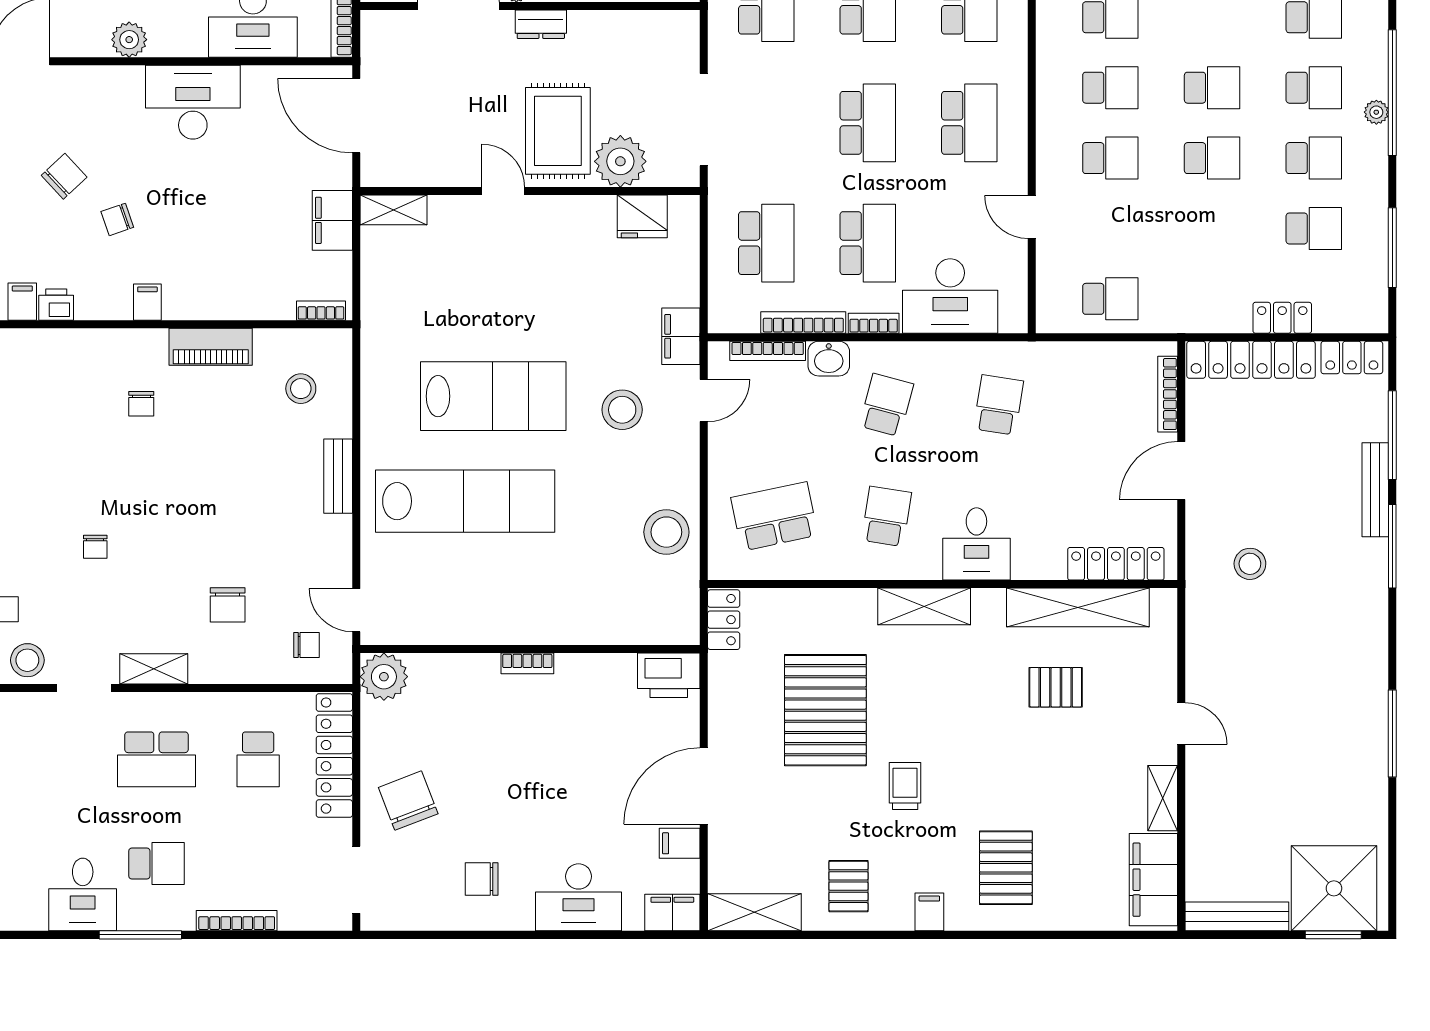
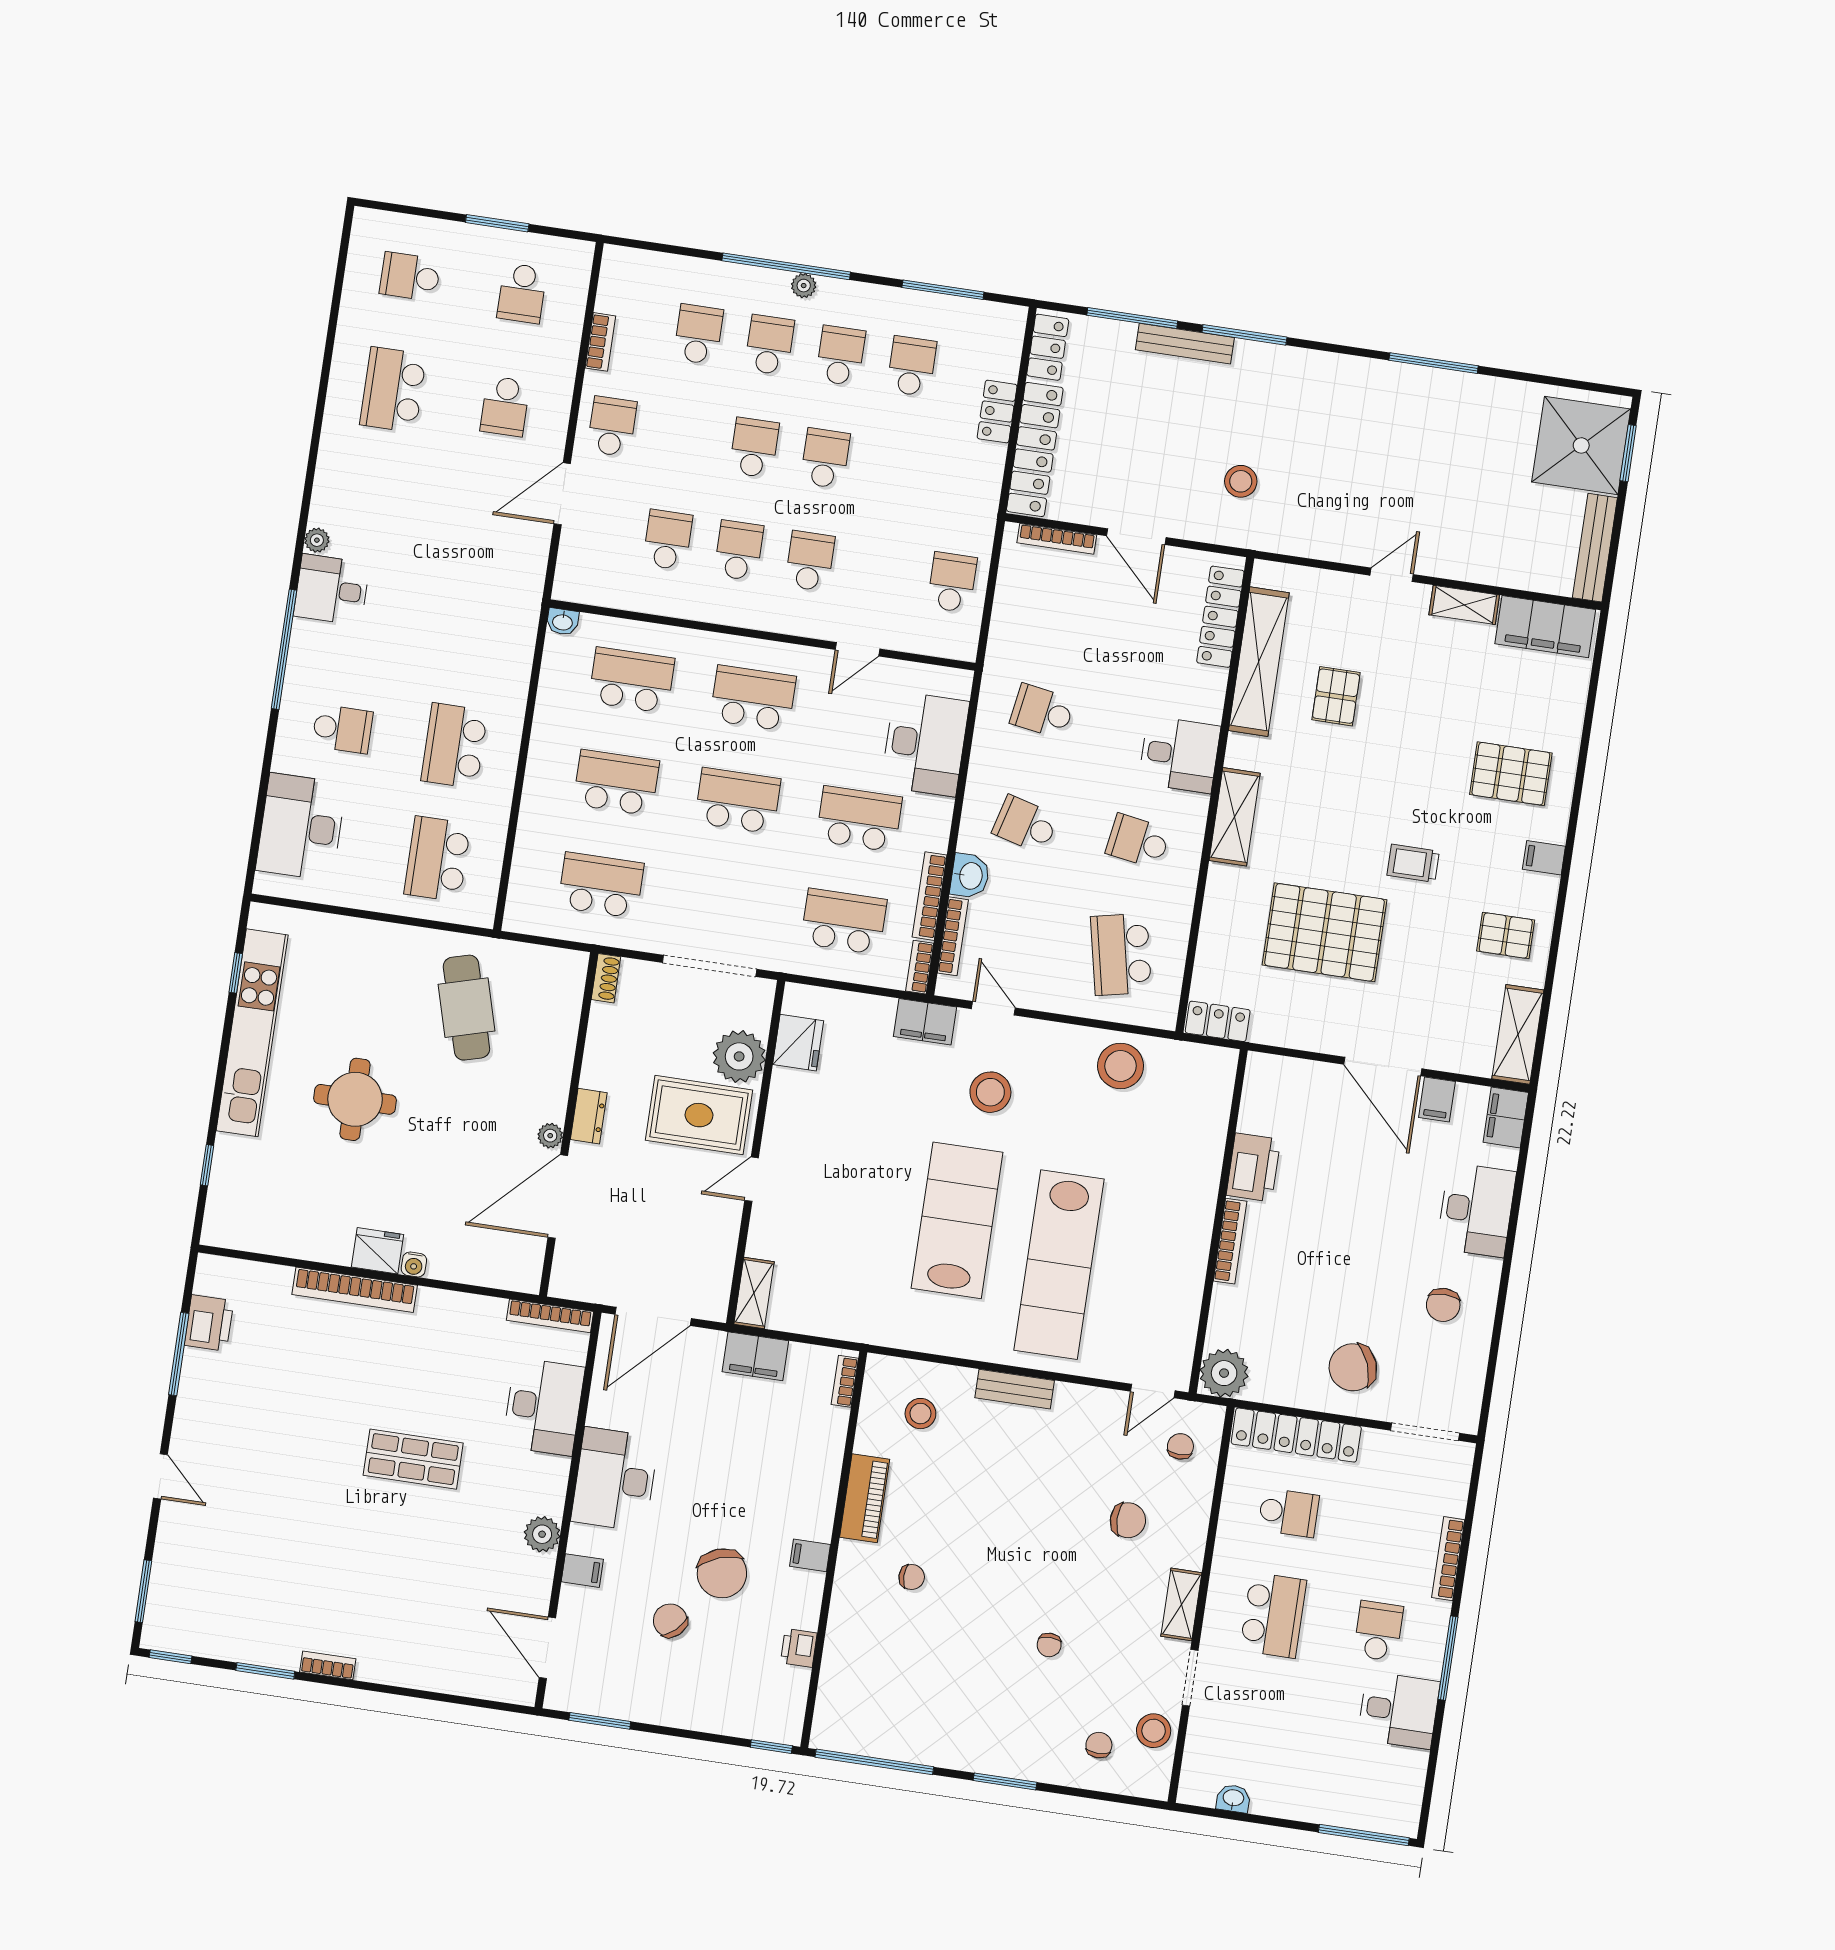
shoe rack: (677, 21) -> (606, 978), added
chair: (117, 219) -> (722, 1573), width x1.87, depth x1.87
filing cabinet: (22, 302) -> (582, 1571), moved, turned 180
bookcase: (874, 323) -> (920, 967), moved
lab bench: (465, 501) -> (1059, 1265), turned 180
chair: (95, 547) -> (1049, 1645), turned 90
bookcase: (527, 663) -> (1230, 1241), width x1.56
printer: (669, 675) -> (1253, 1167), moved

